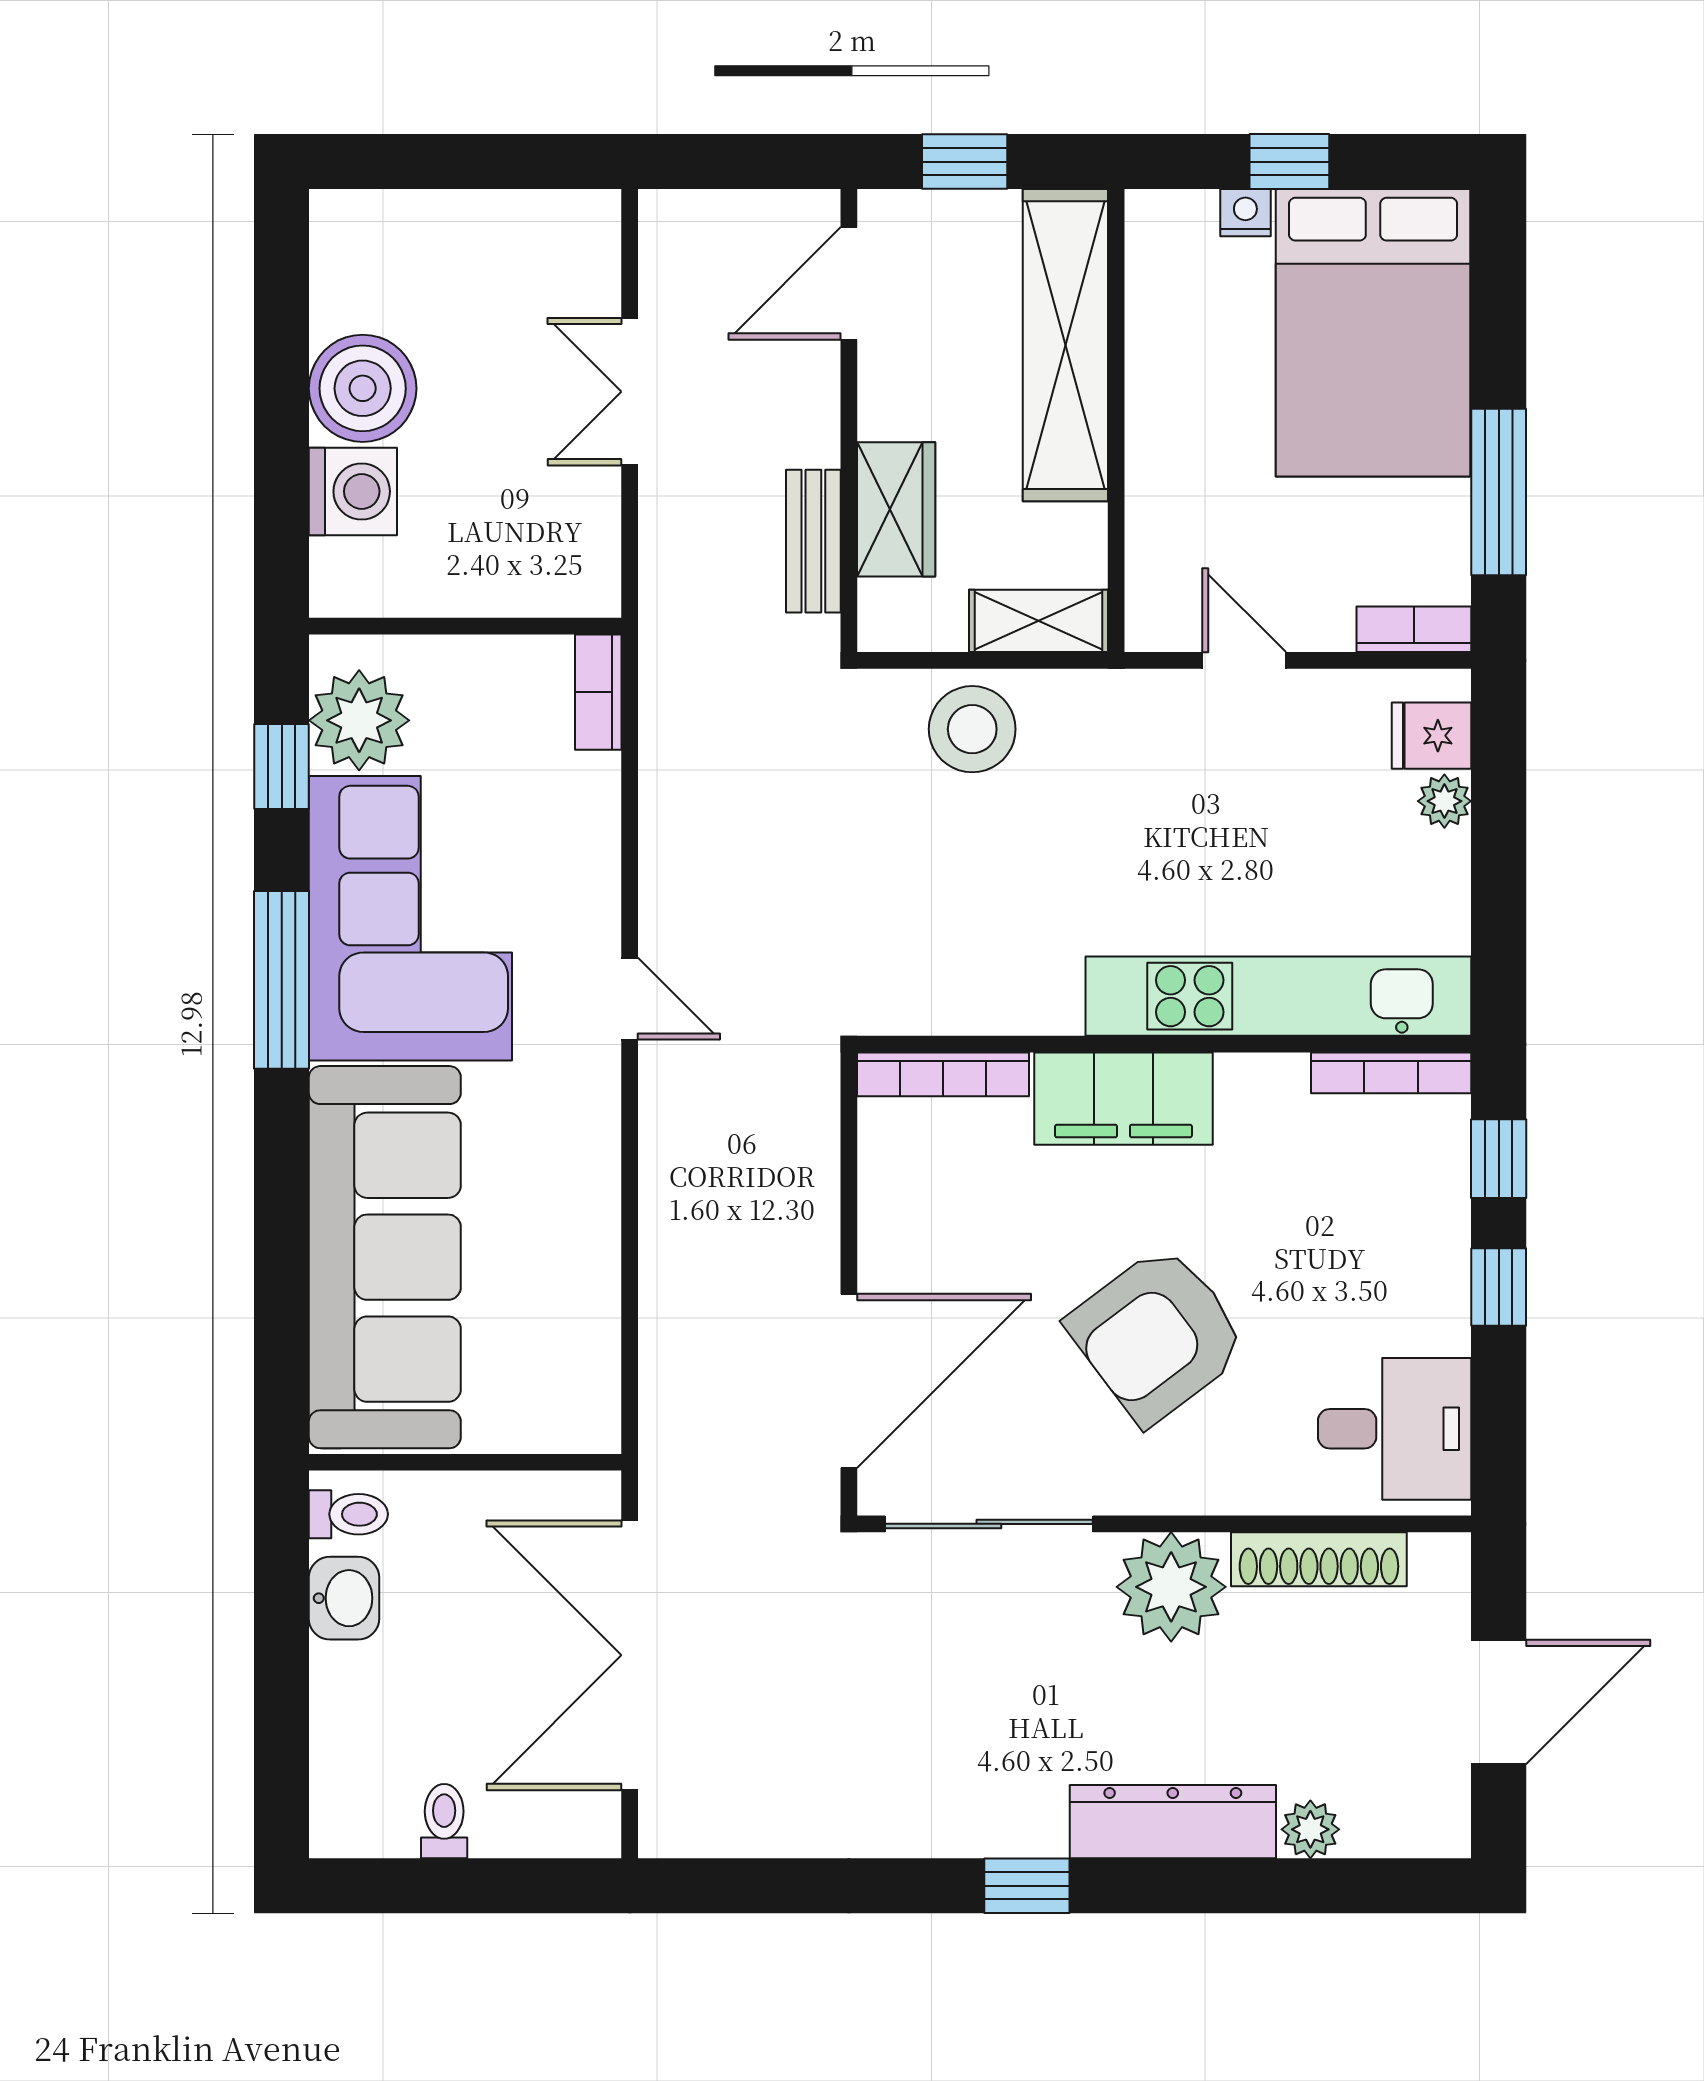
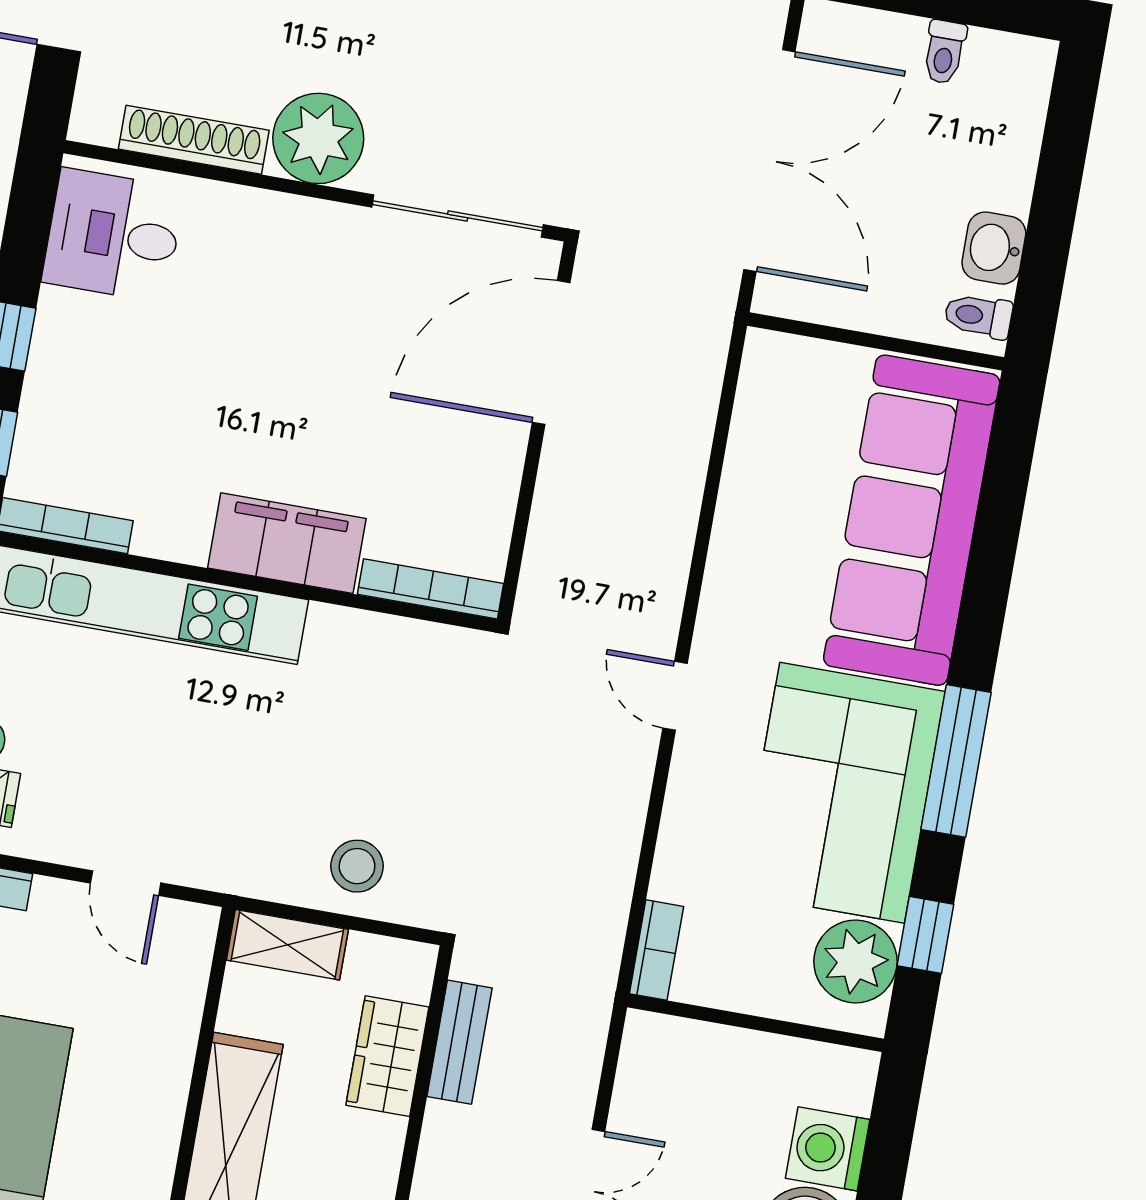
stool: (972, 729) -> (357, 866), width x0.73, depth x0.73
armchair: (1157, 1335) -> (293, 346), removed

